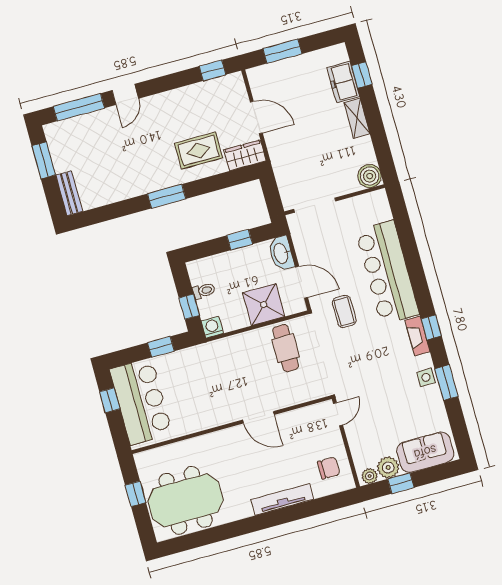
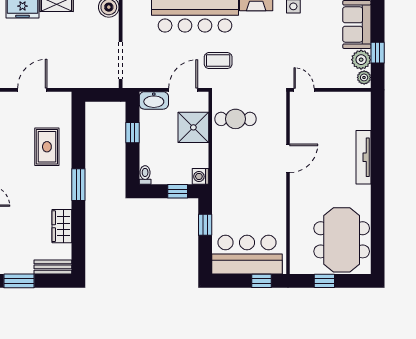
wardrobe: (245, 155) -> (62, 226), moved
toilet: (204, 291) -> (145, 175), moved
window: (110, 400) -> (261, 281), moved
chair: (329, 468) -> (348, 110), removed

